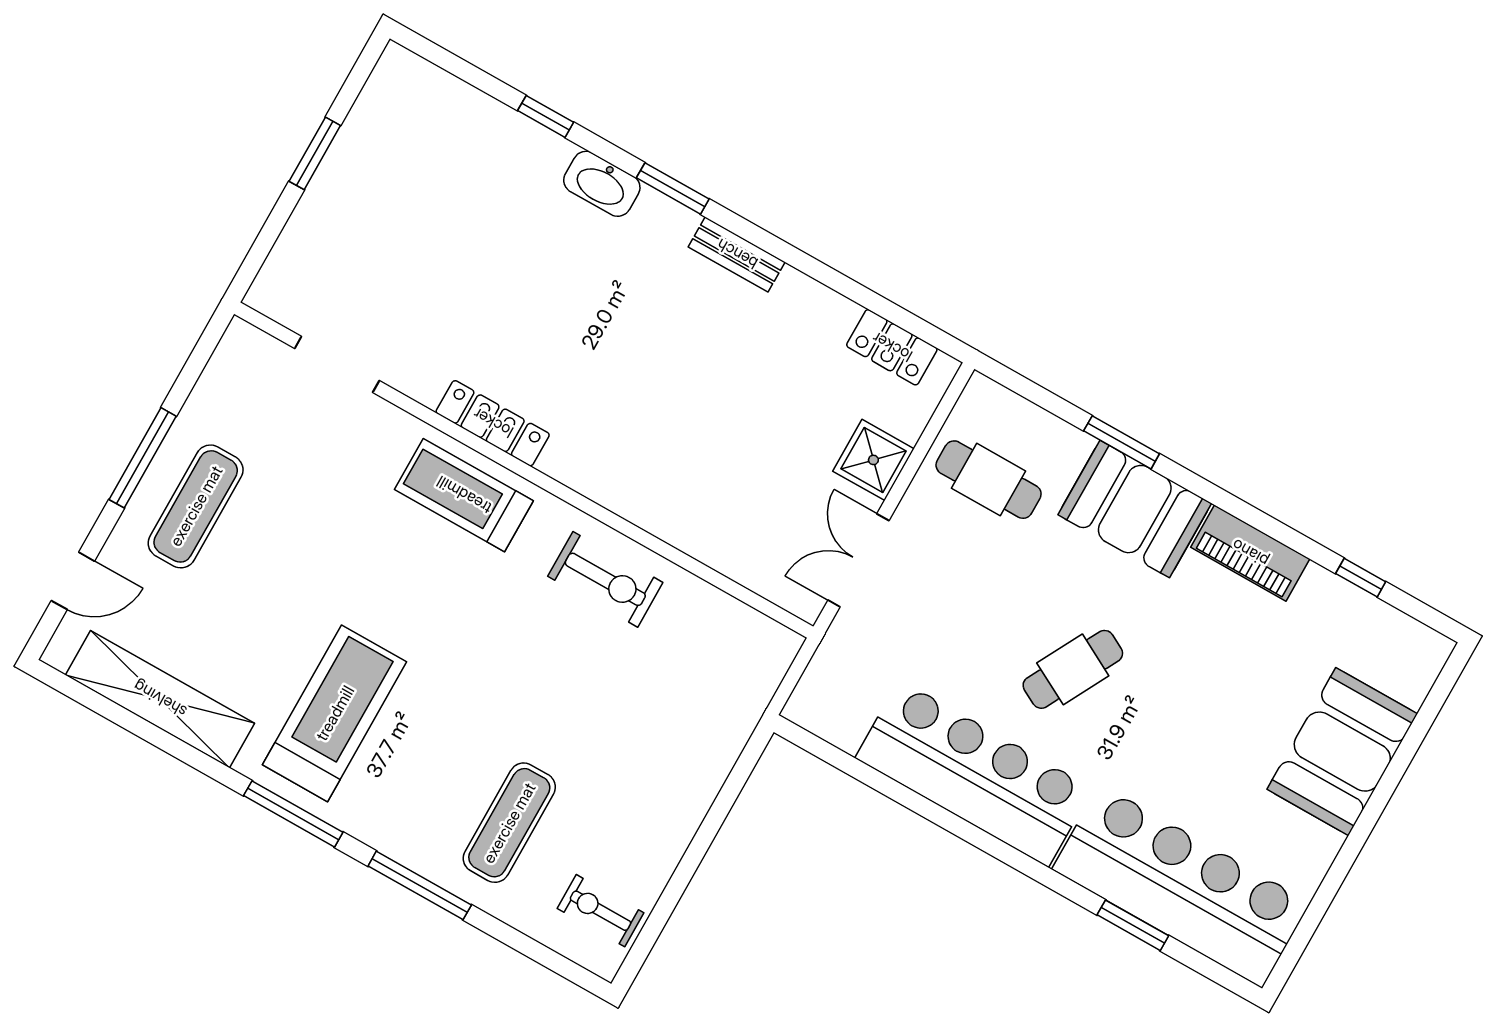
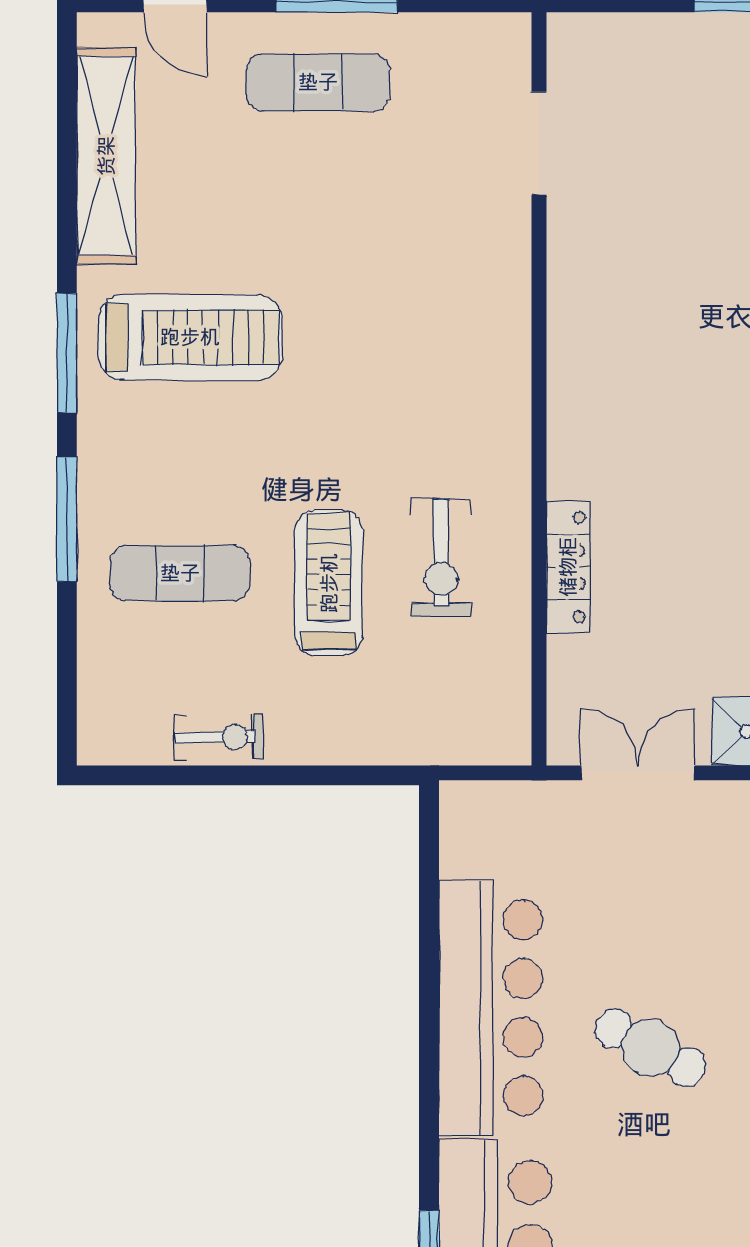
locker: (493, 423) -> (568, 567), moved
treadmill: (464, 495) -> (329, 583), moved
exercise bike: (605, 579) -> (441, 558), moved
exercise bike: (600, 911) -> (219, 737), moved, turned 89

